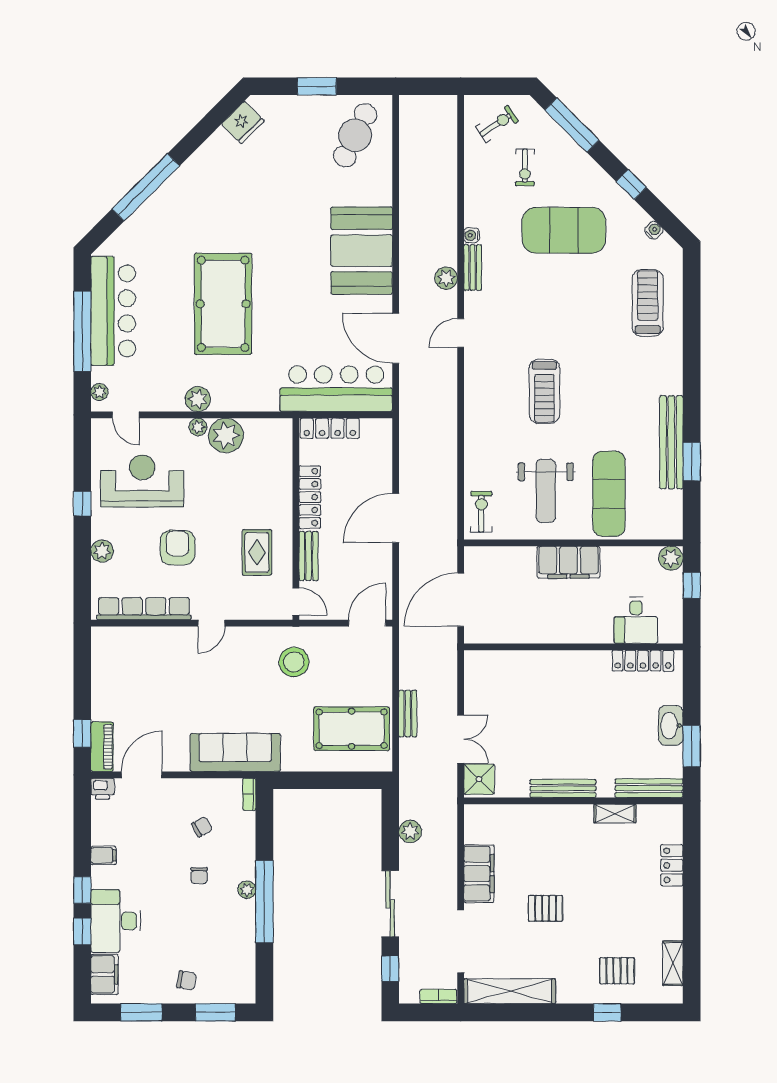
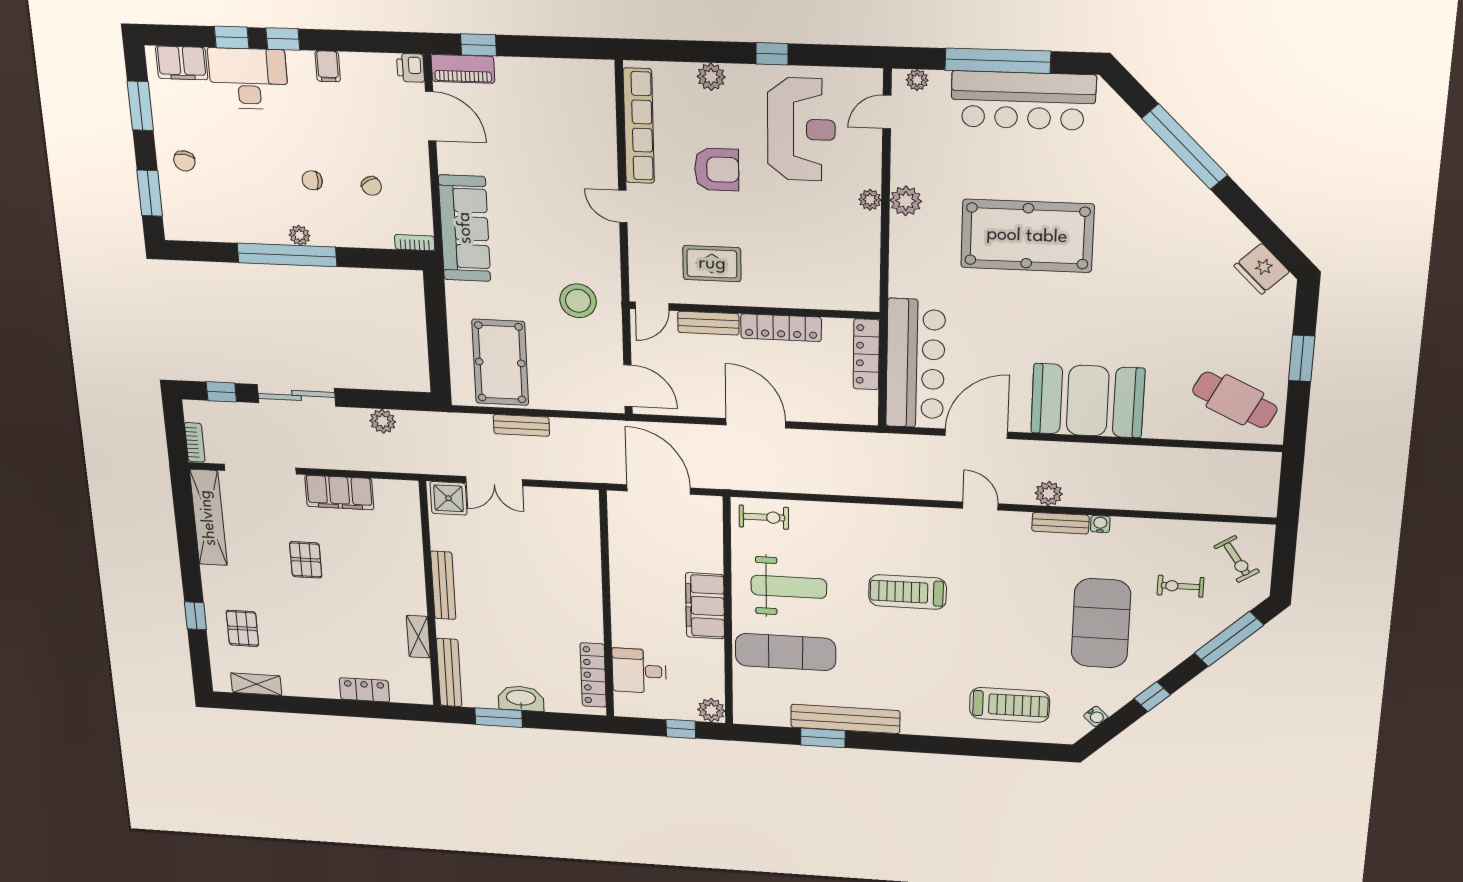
plant: (226, 435) -> (859, 233), removed
weight bench: (546, 491) -> (789, 587), turned 180

